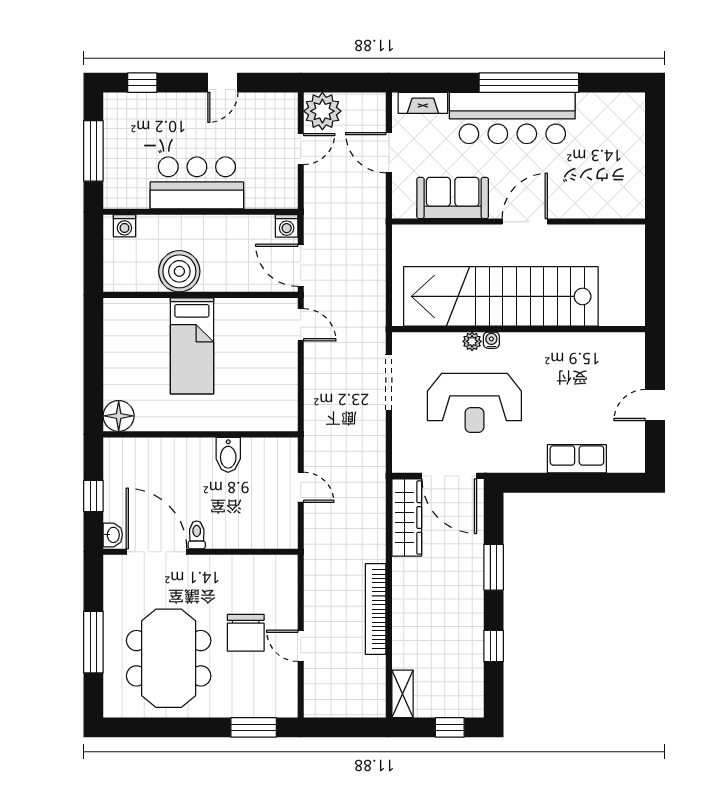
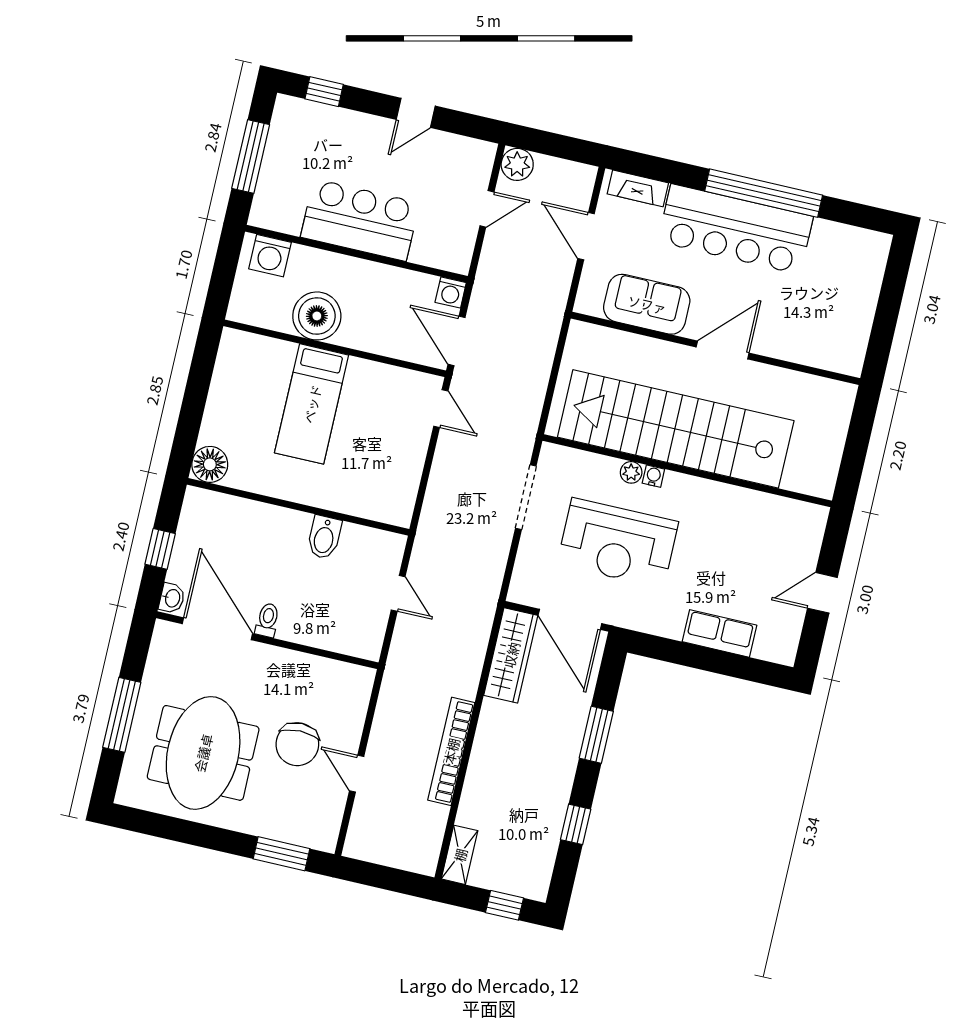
plant: (322, 111) -> (517, 164), width x0.73, depth x0.73
washing machine: (124, 226) -> (270, 256), width x1.38, depth x1.38

